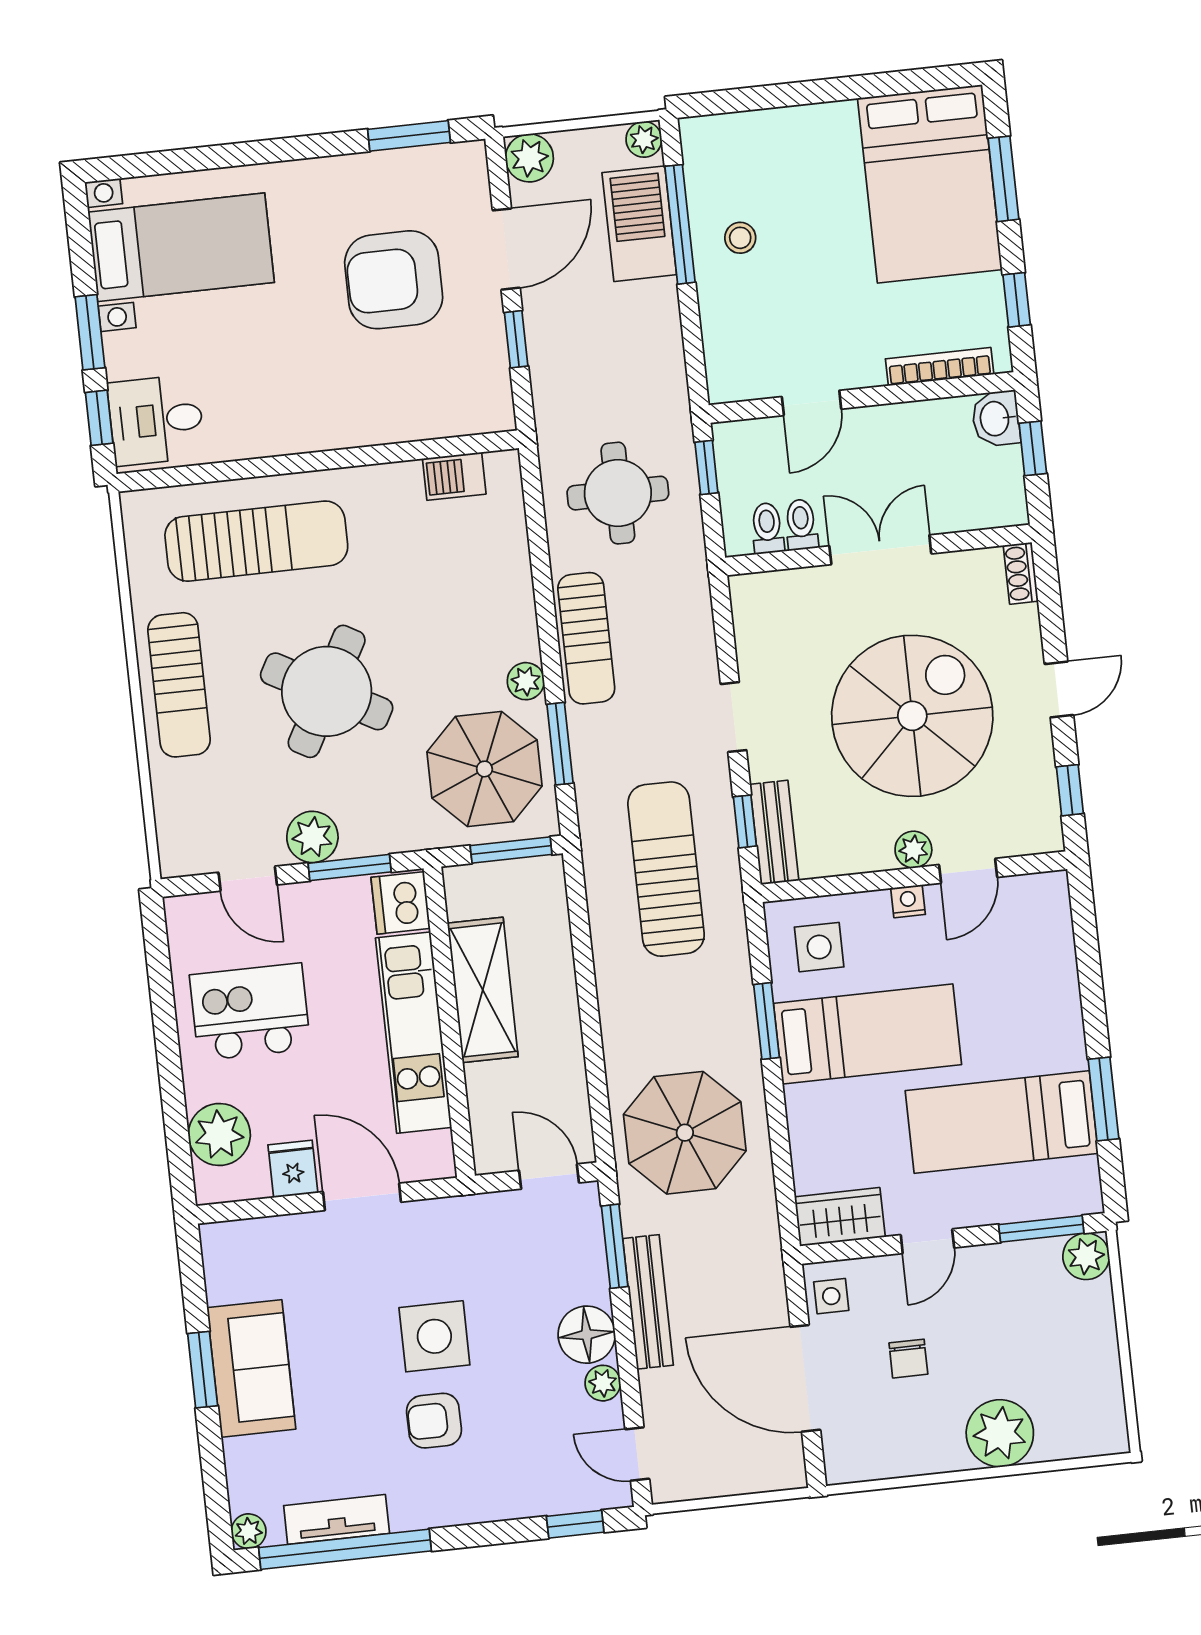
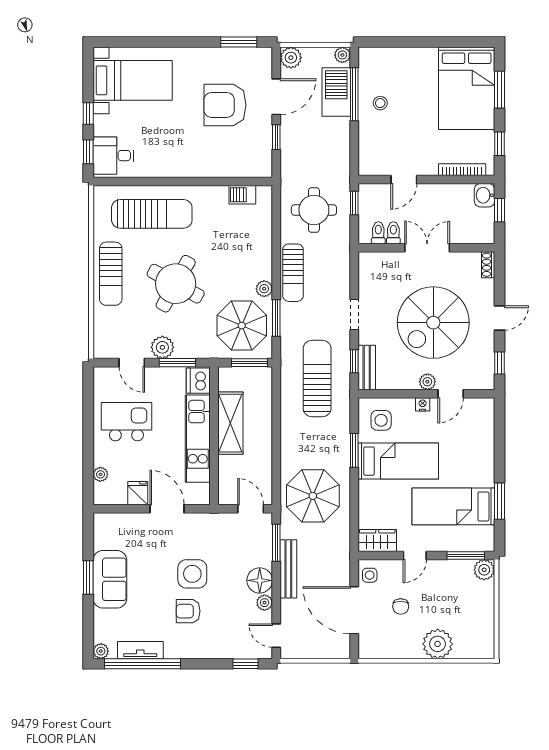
window: (90, 332) -> (88, 114), width x0.67
spiral stairs: (912, 716) -> (433, 323), turned 180
plant: (219, 1134) -> (100, 474), width x0.53, depth x0.53

